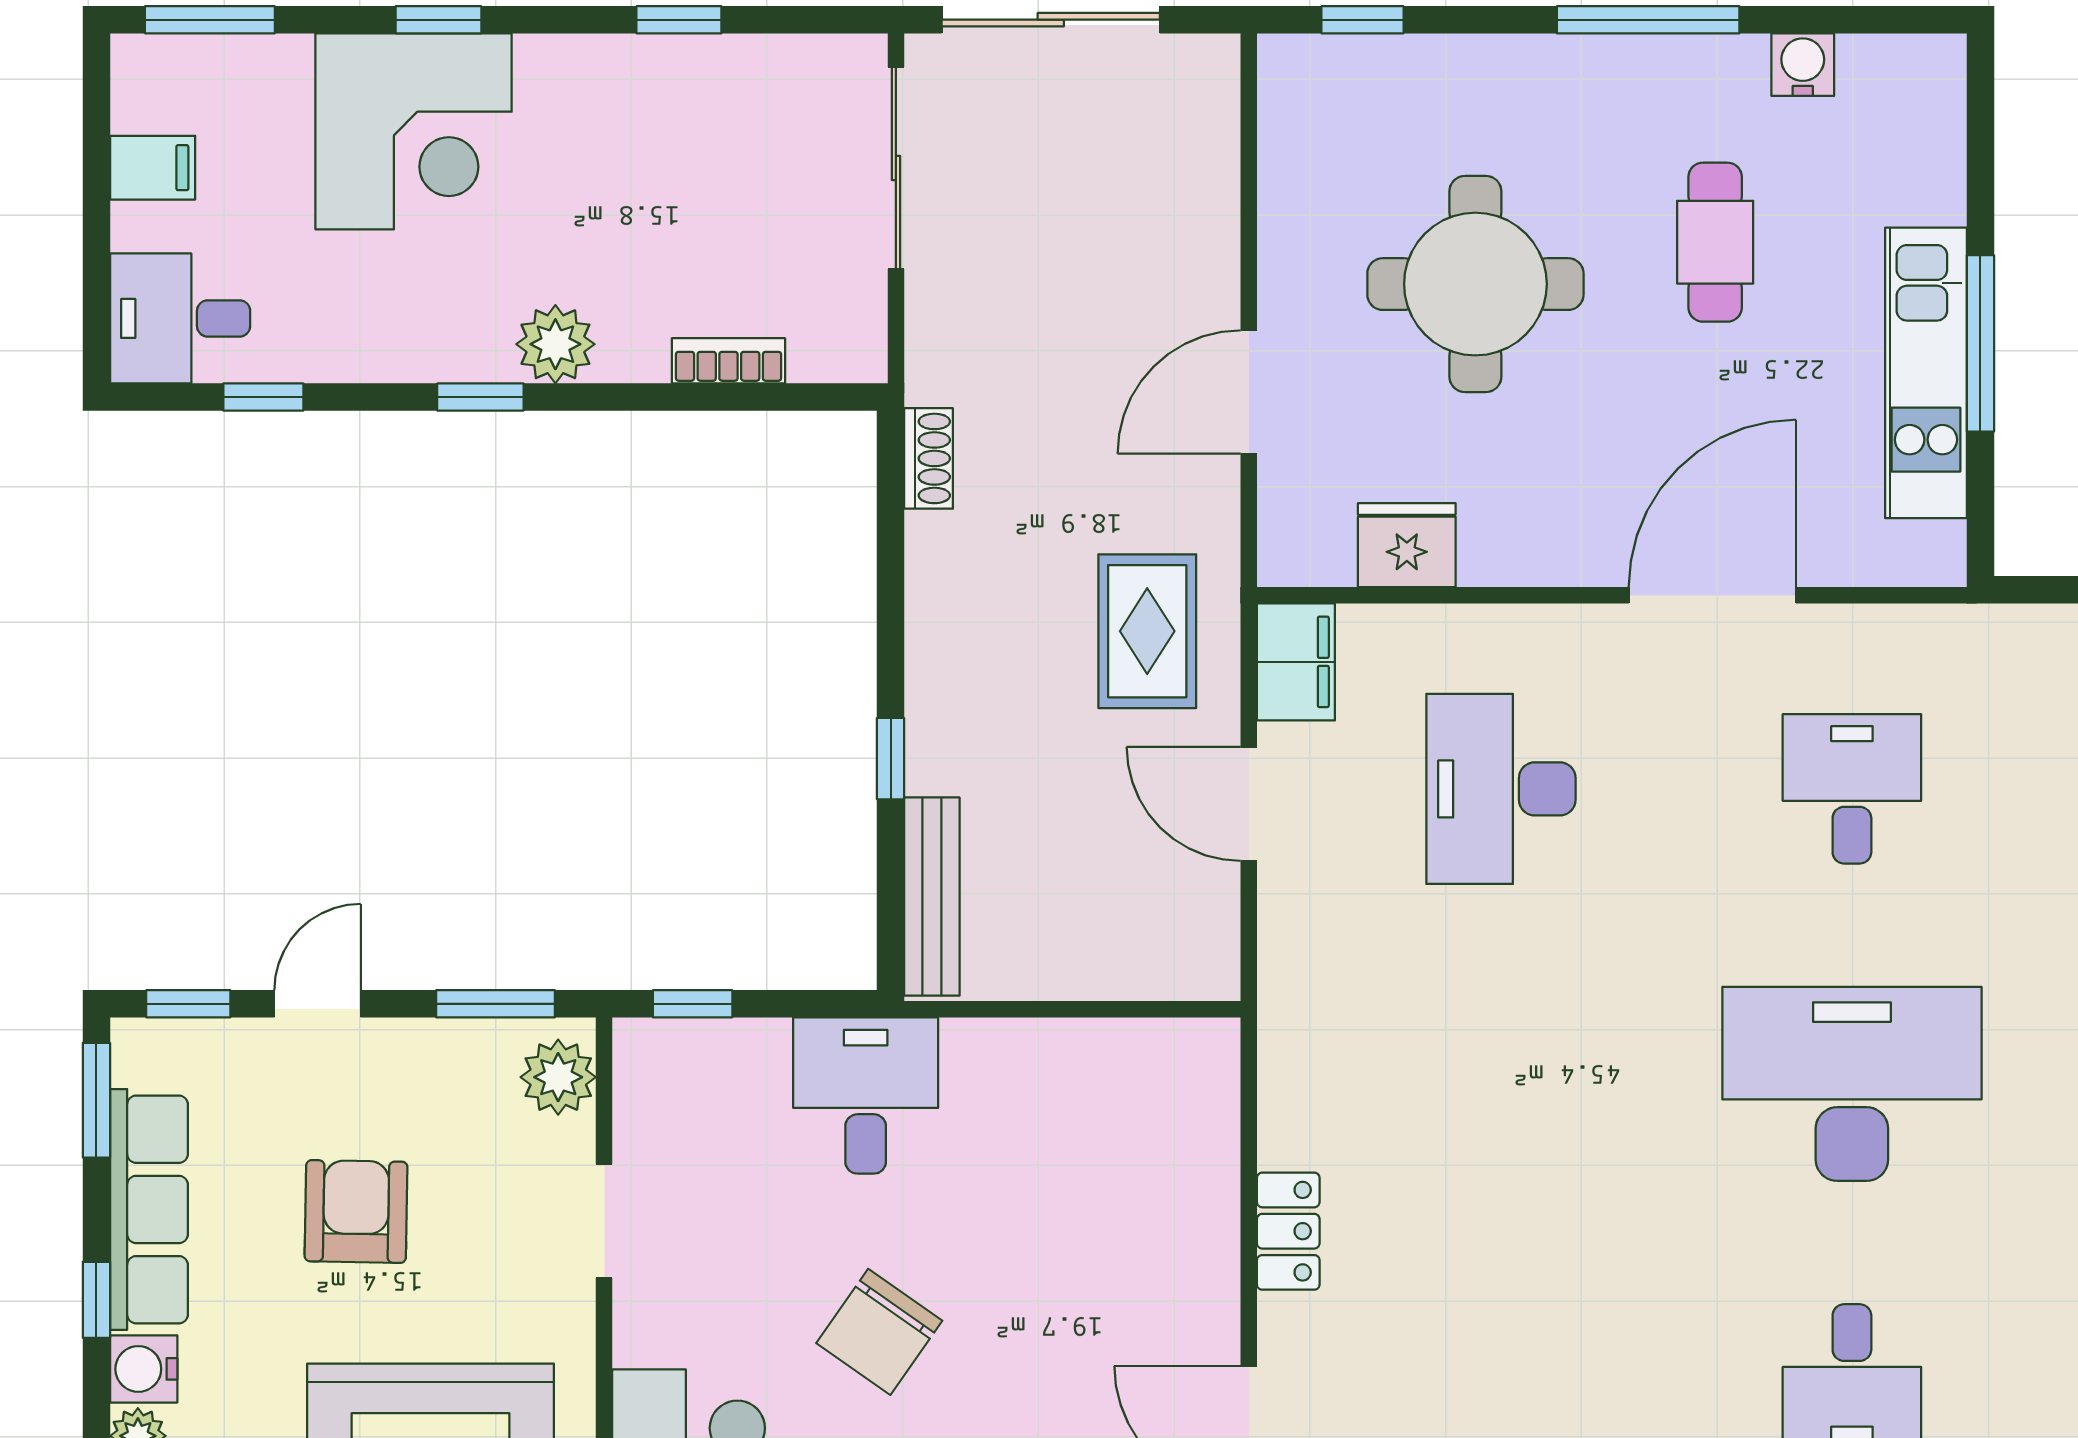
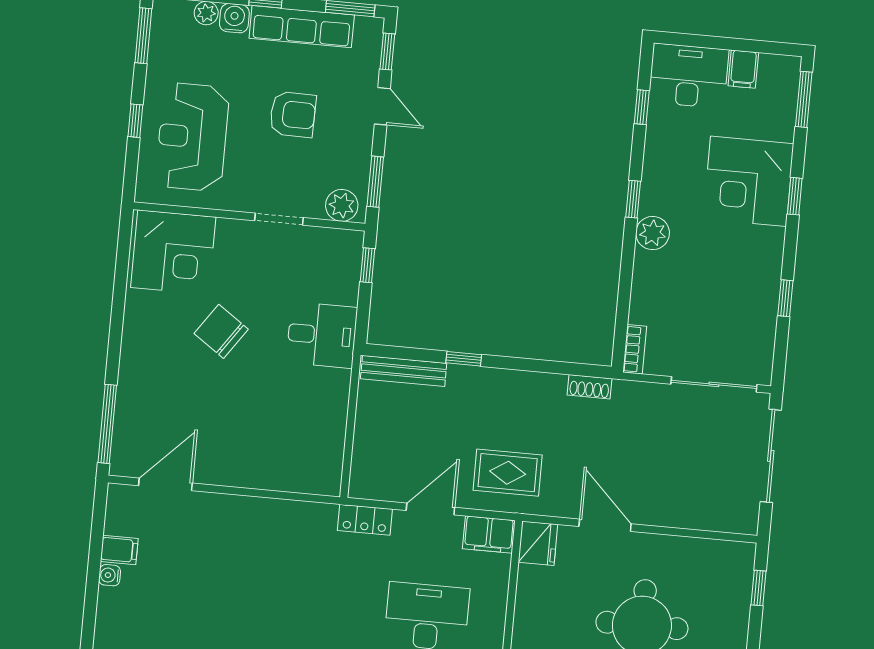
desk: (180, 318) -> (689, 76), width x1.37
bookcase: (728, 361) -> (635, 349), moved
fridge: (1407, 545) -> (538, 543), moved
locker: (1288, 1231) -> (365, 520), moved

